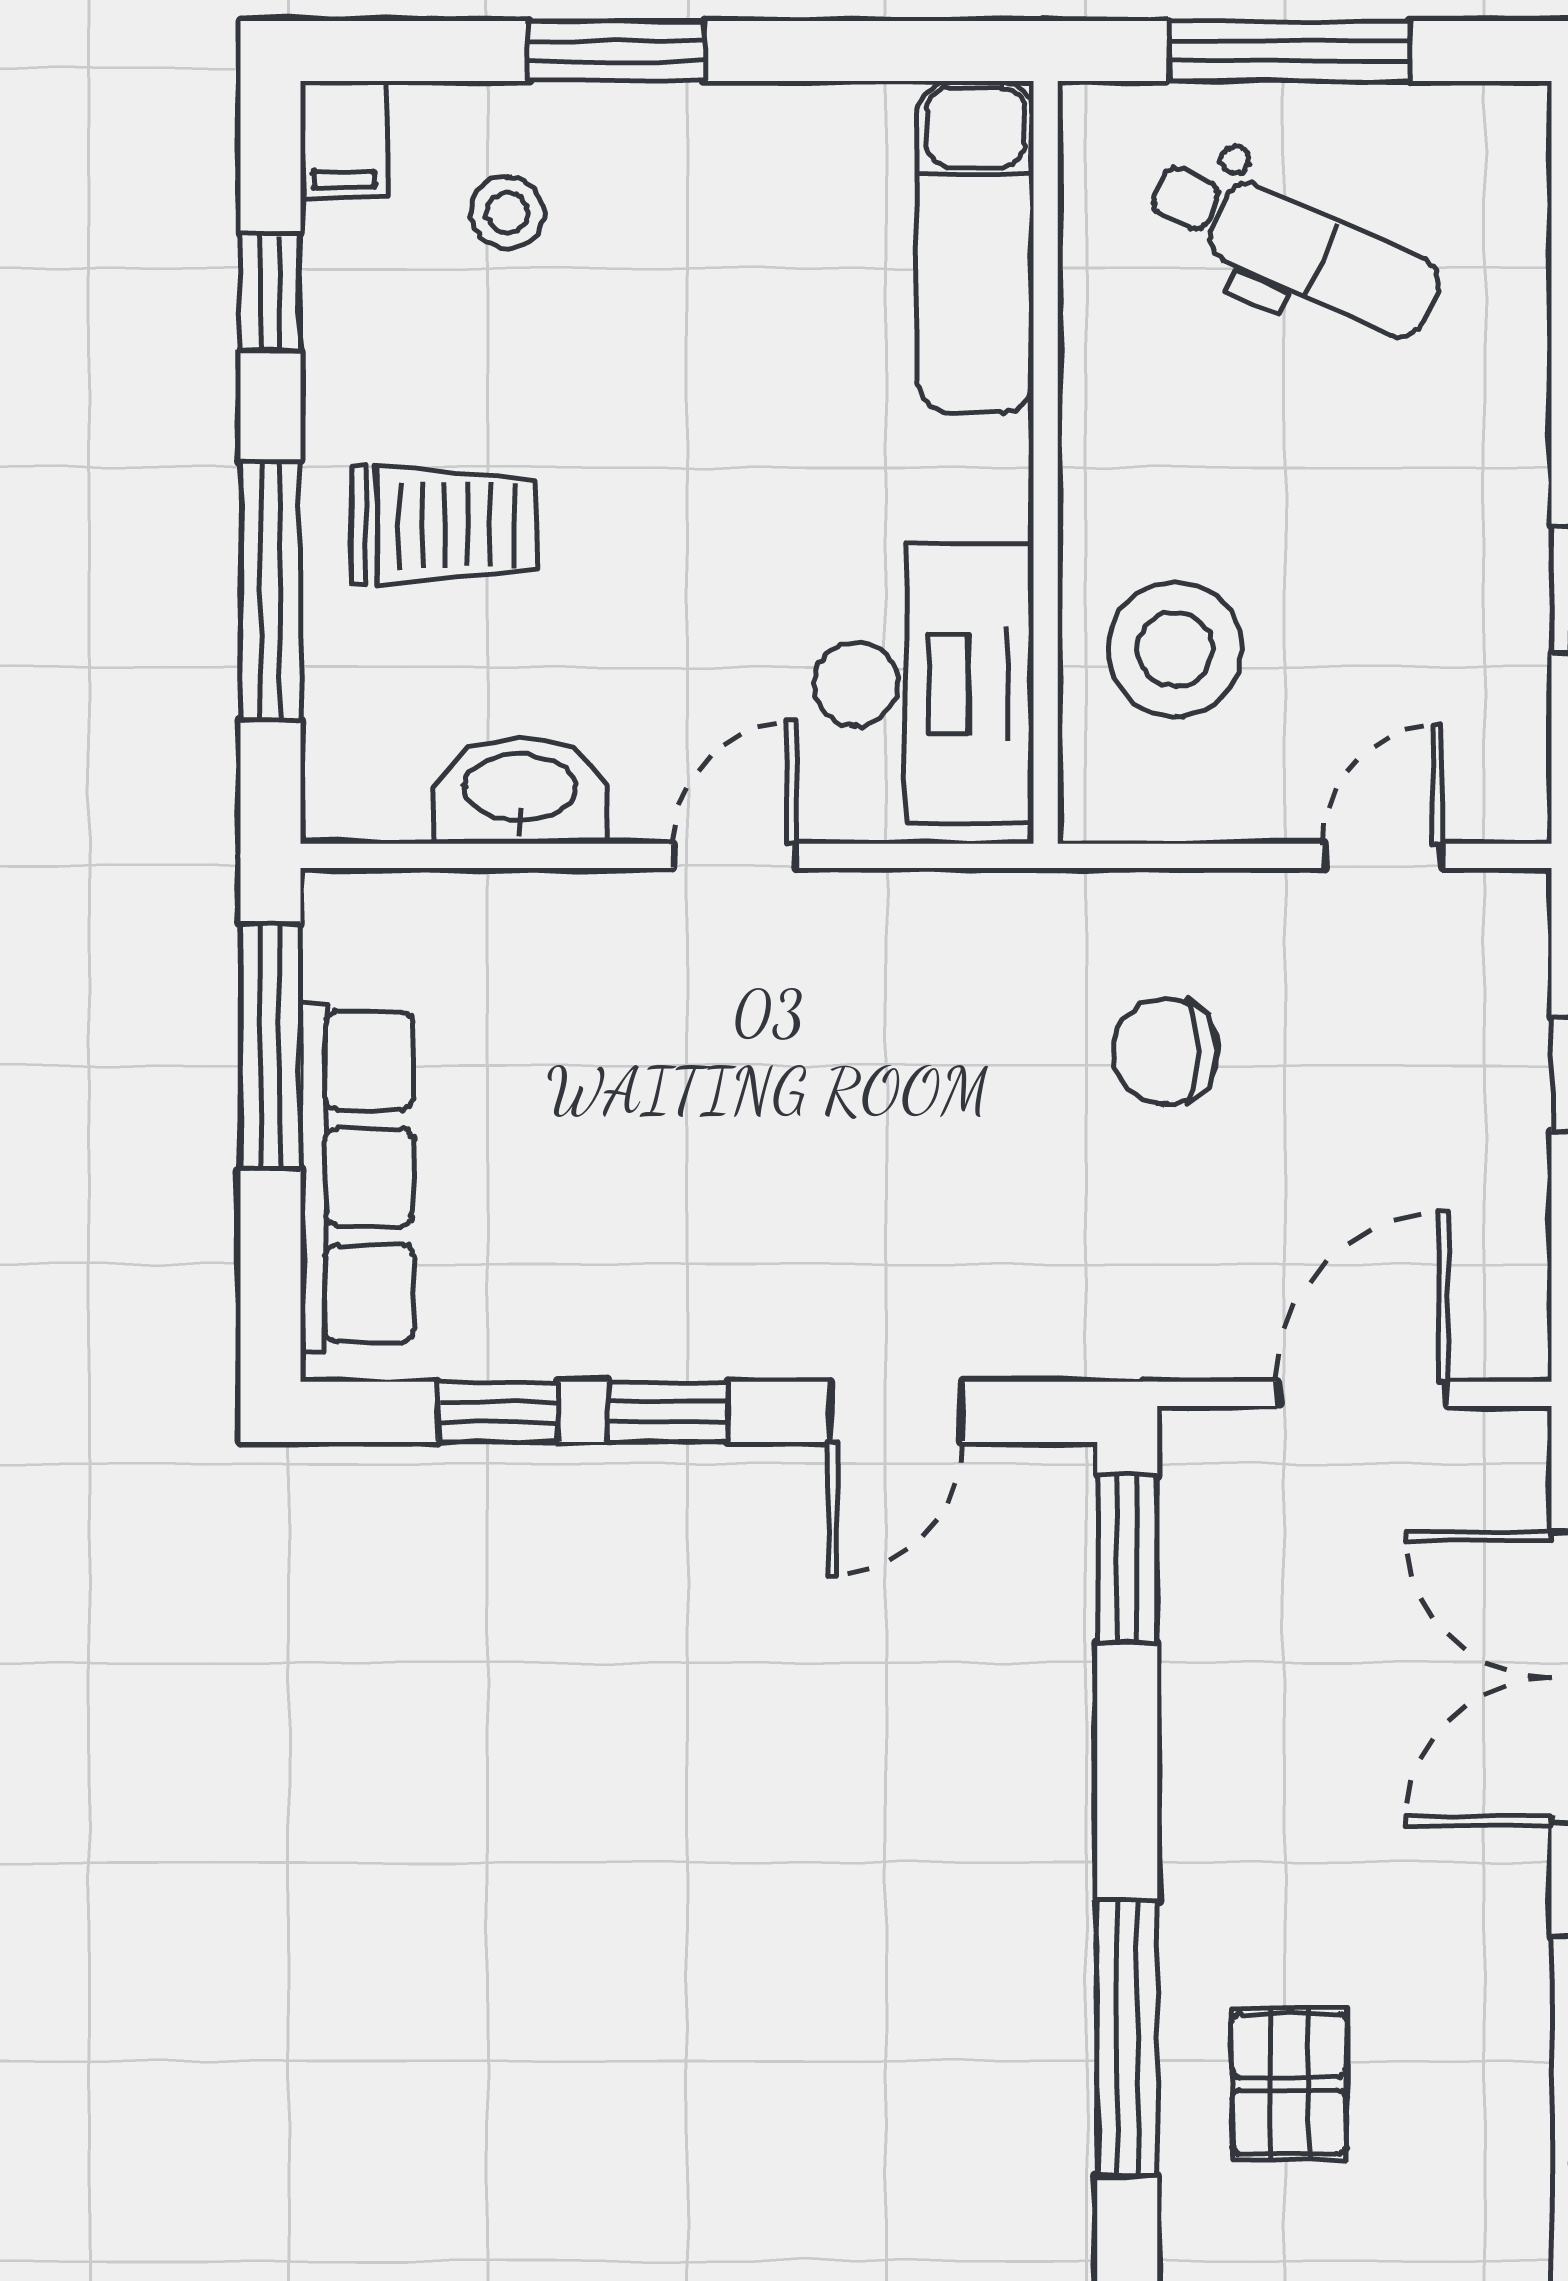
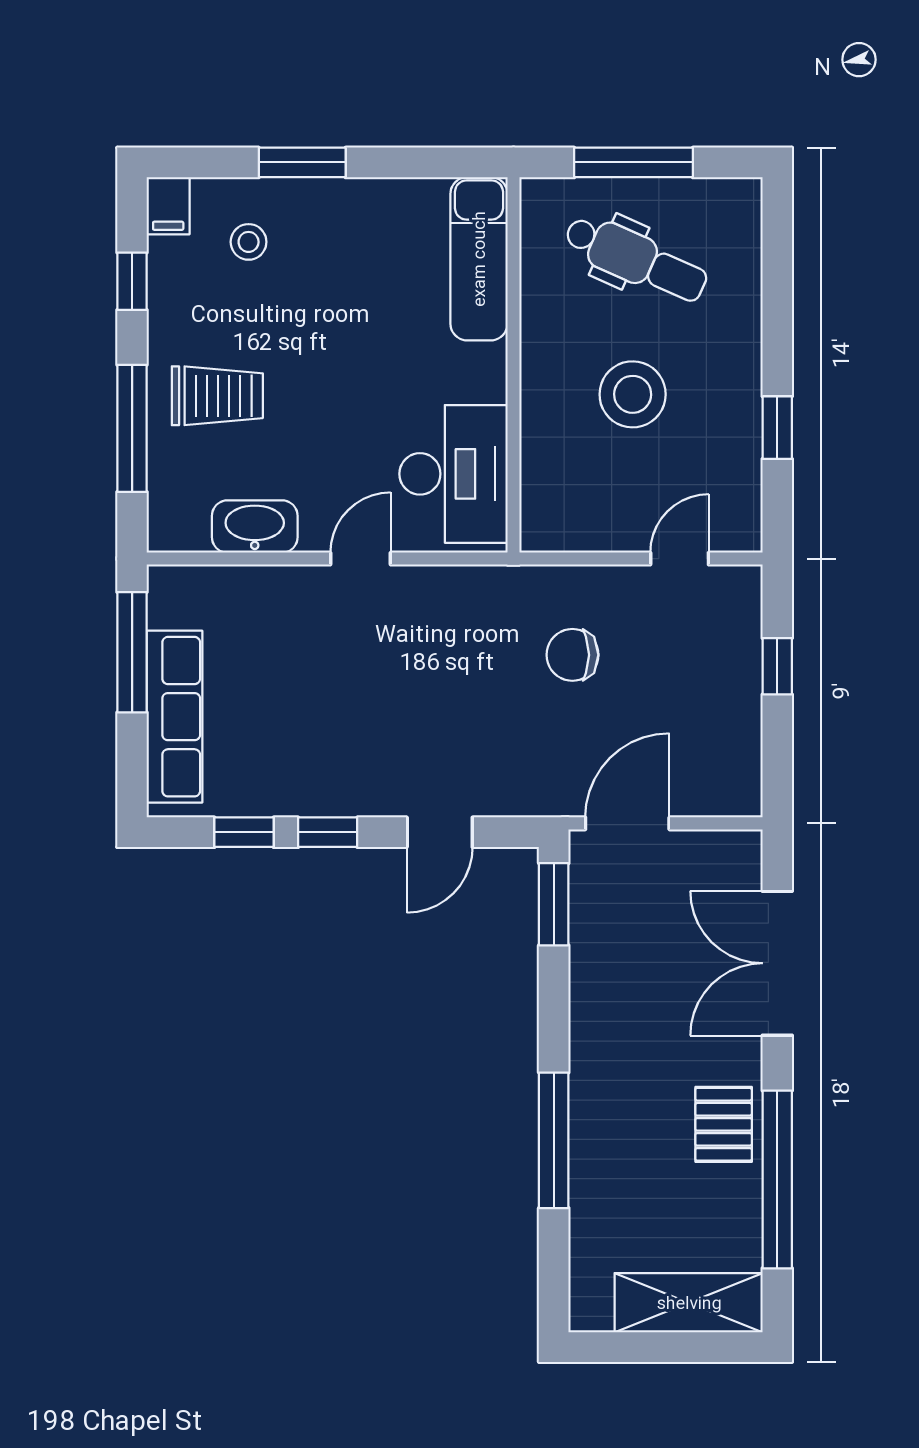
stool: (1175, 649) -> (633, 394), moved
door: (1362, 1394) -> (627, 823), moved
pallet: (1289, 2084) -> (724, 1124), moved

